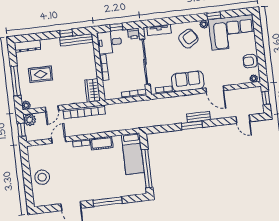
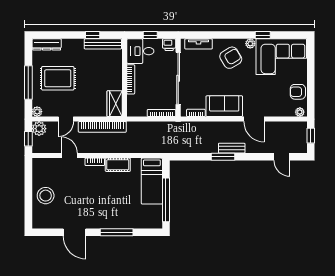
rug: (41, 74) -> (58, 78), width x1.36, depth x1.43
door: (59, 140) -> (69, 156), hinge flipped

